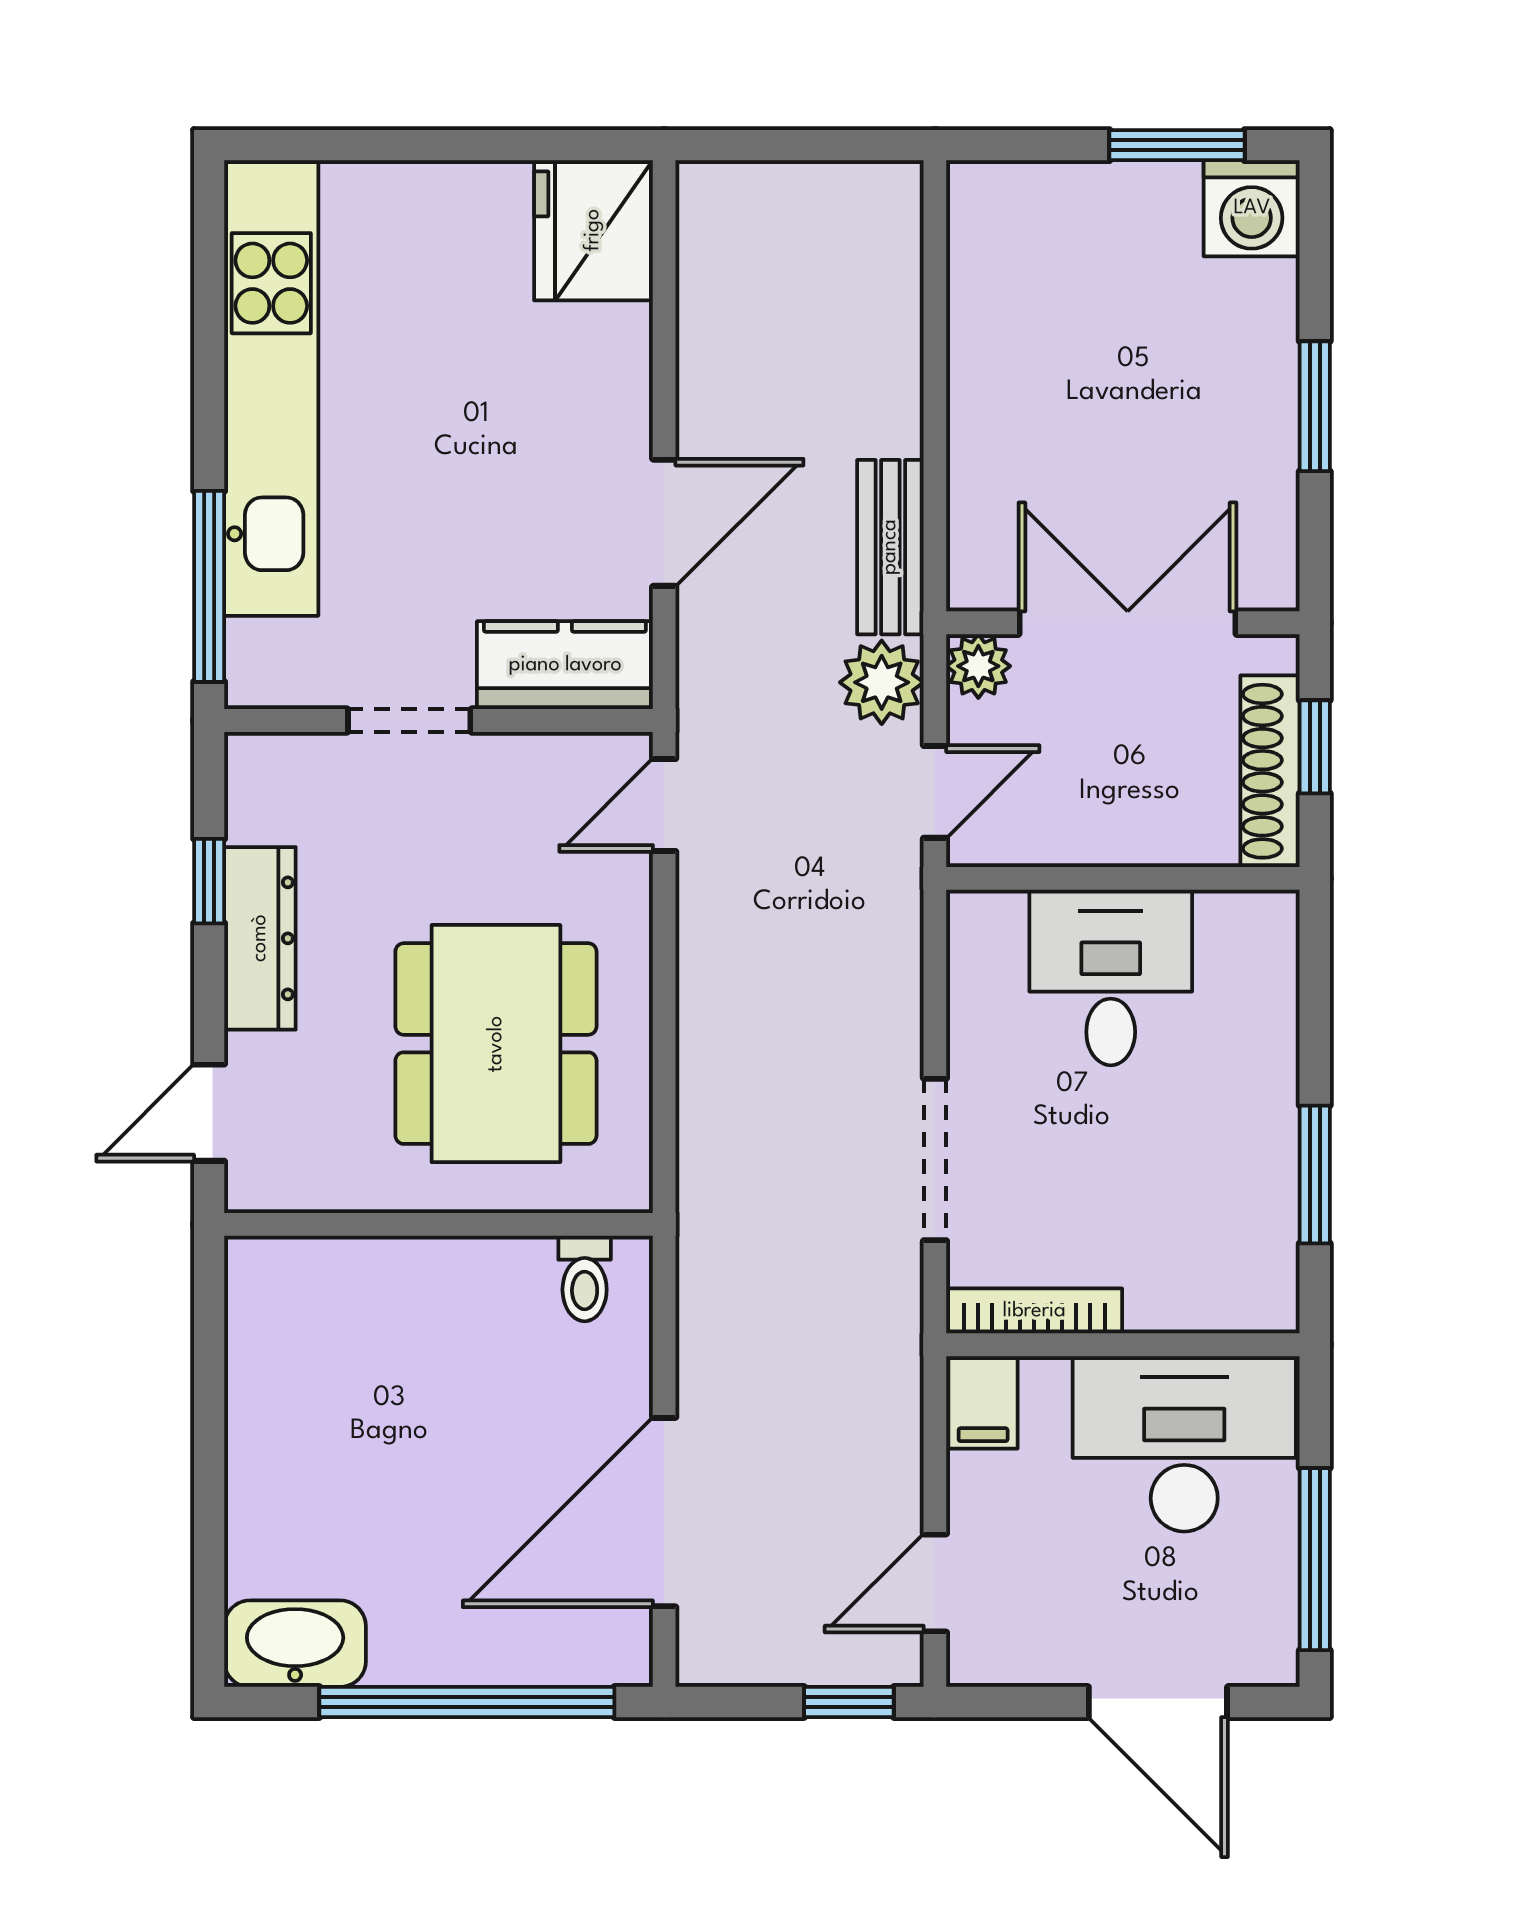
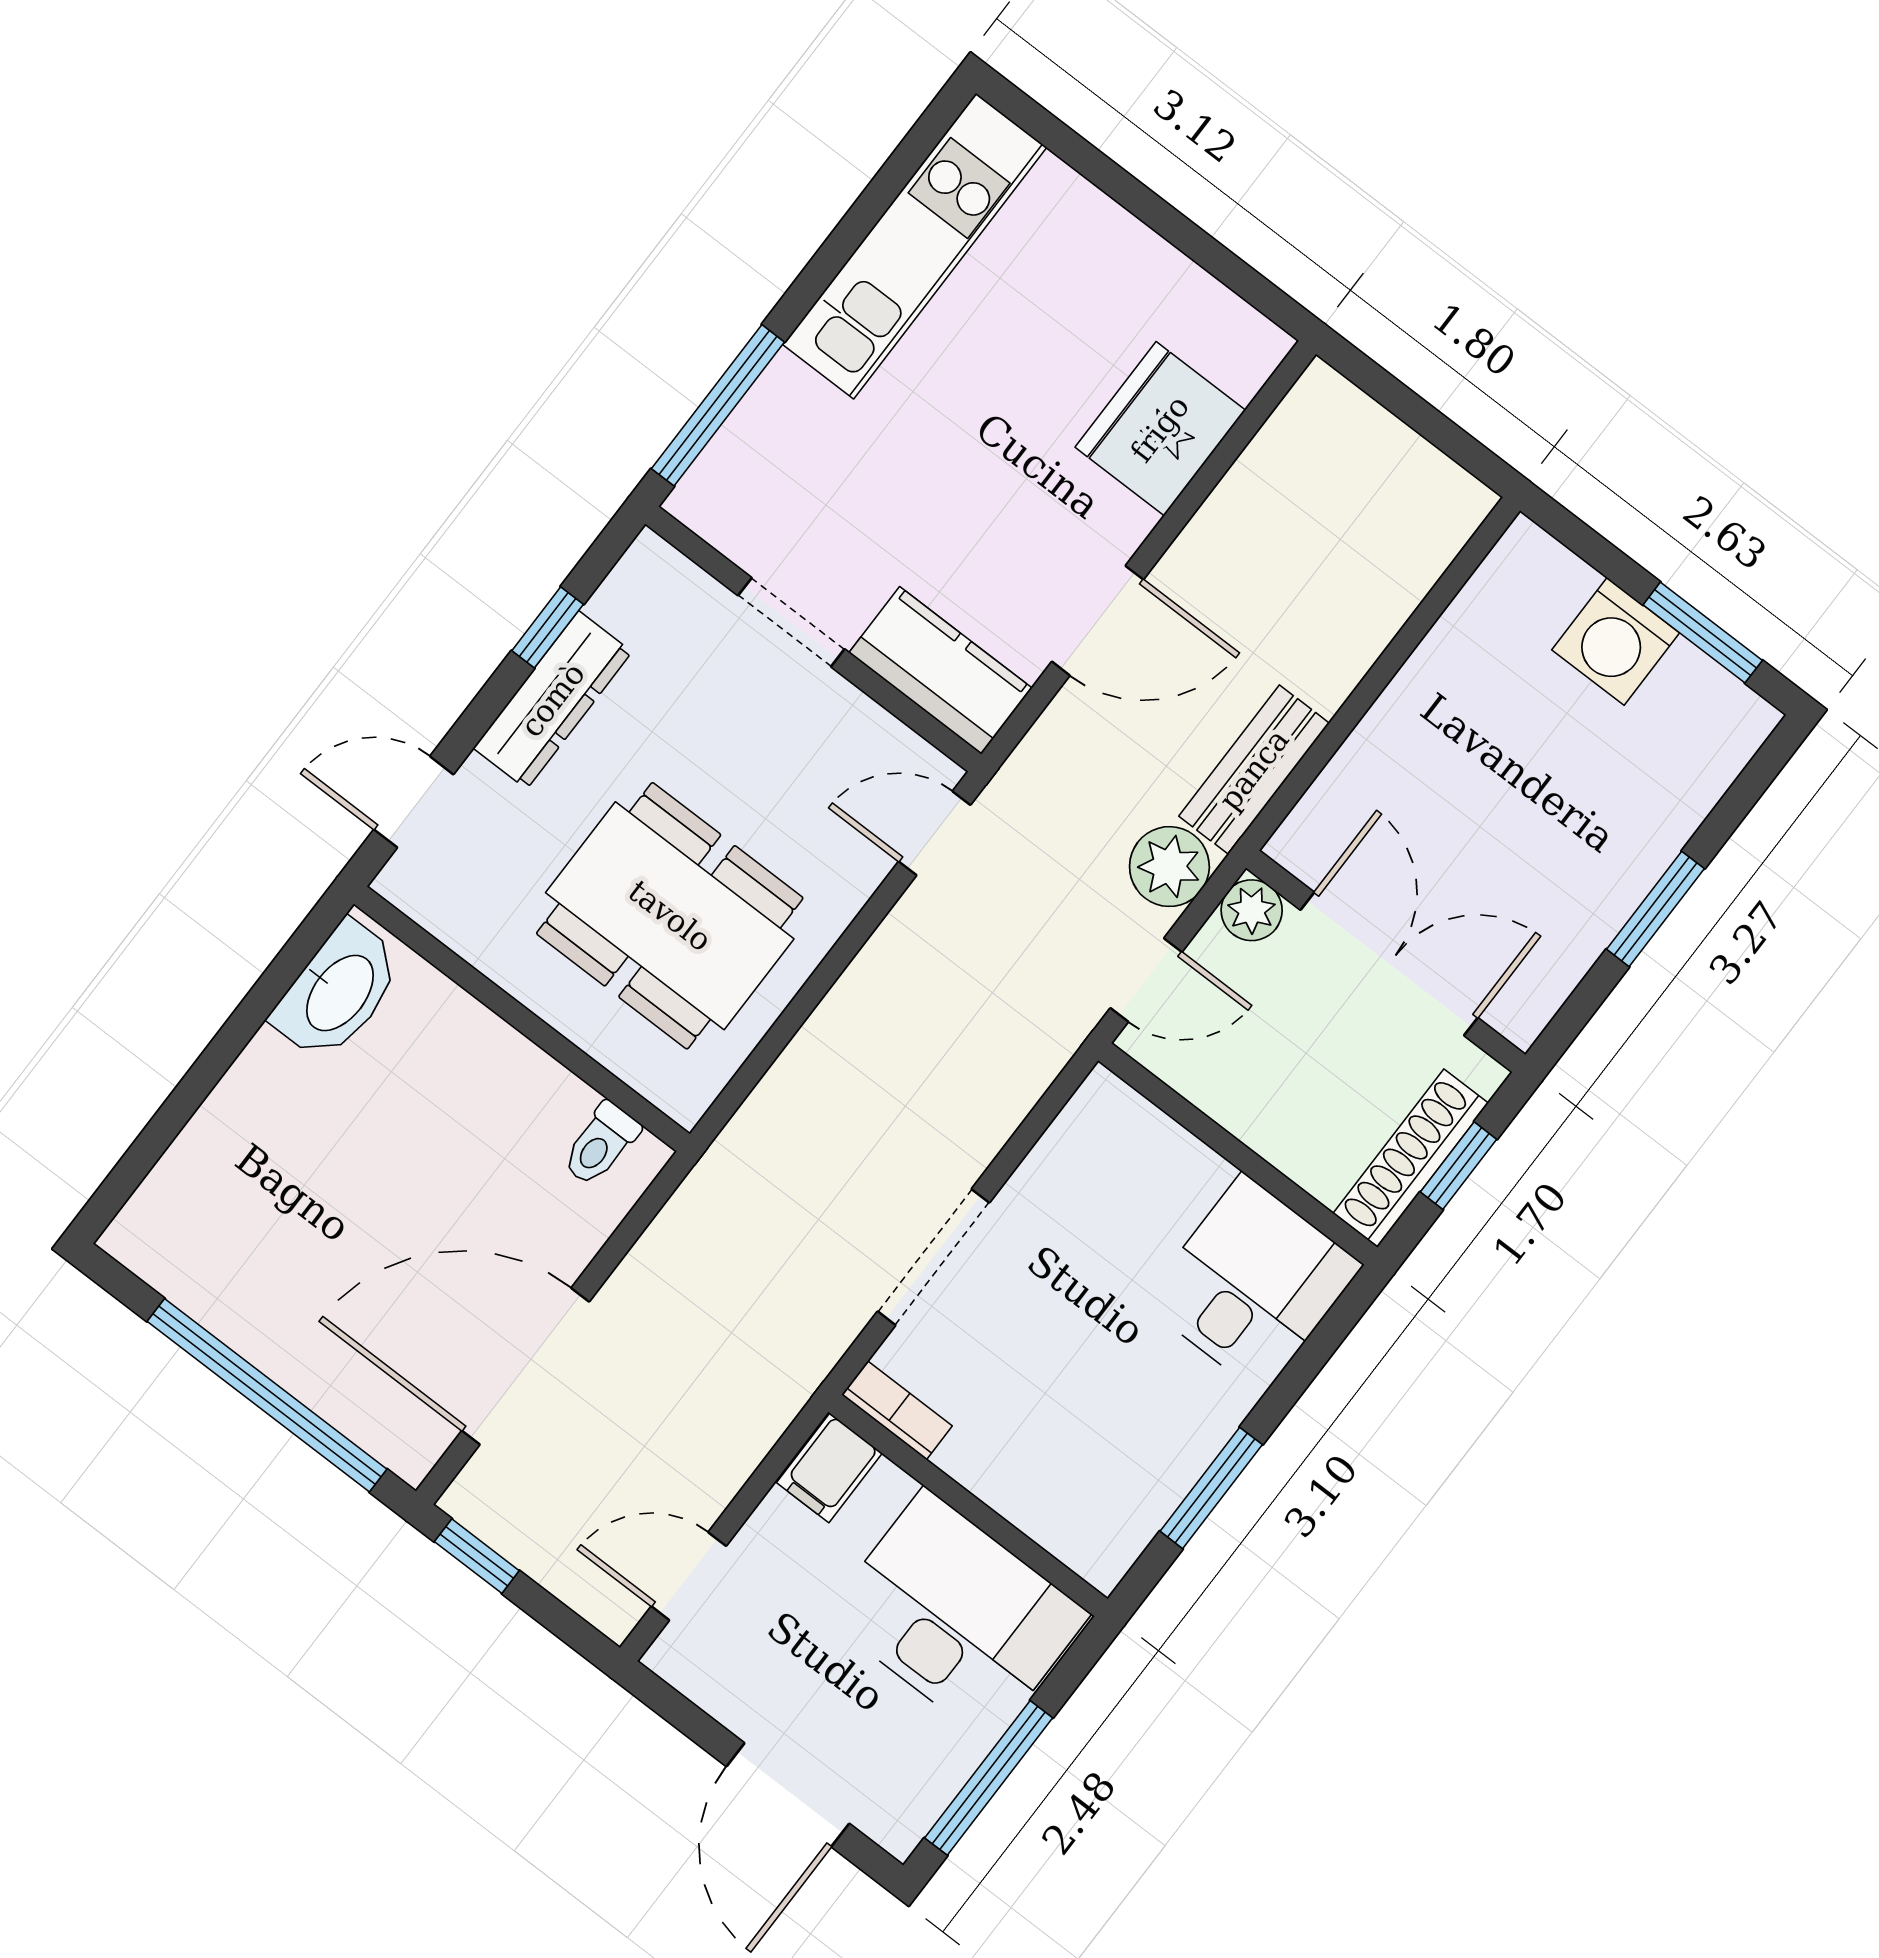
washing machine: (1252, 208) -> (1616, 641), moved
fridge: (593, 230) -> (1160, 429), moved
kitchen unit: (271, 388) -> (915, 246), width x0.73
desk: (1111, 978) -> (1252, 1284), moved
dining table: (496, 1044) -> (670, 916), turned 90
bookcase: (1034, 1311) -> (897, 1410), width x0.64
washbasin: (295, 1644) -> (338, 991), moved, turned 90
window: (849, 1702) -> (477, 1556), moved

